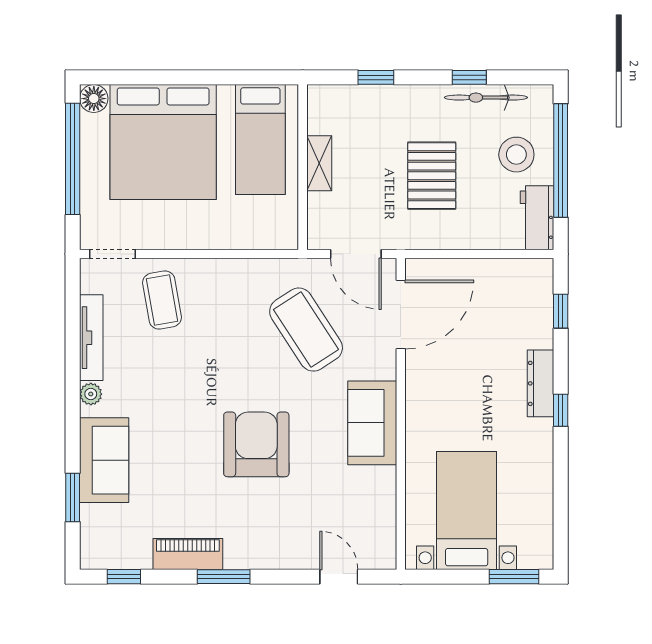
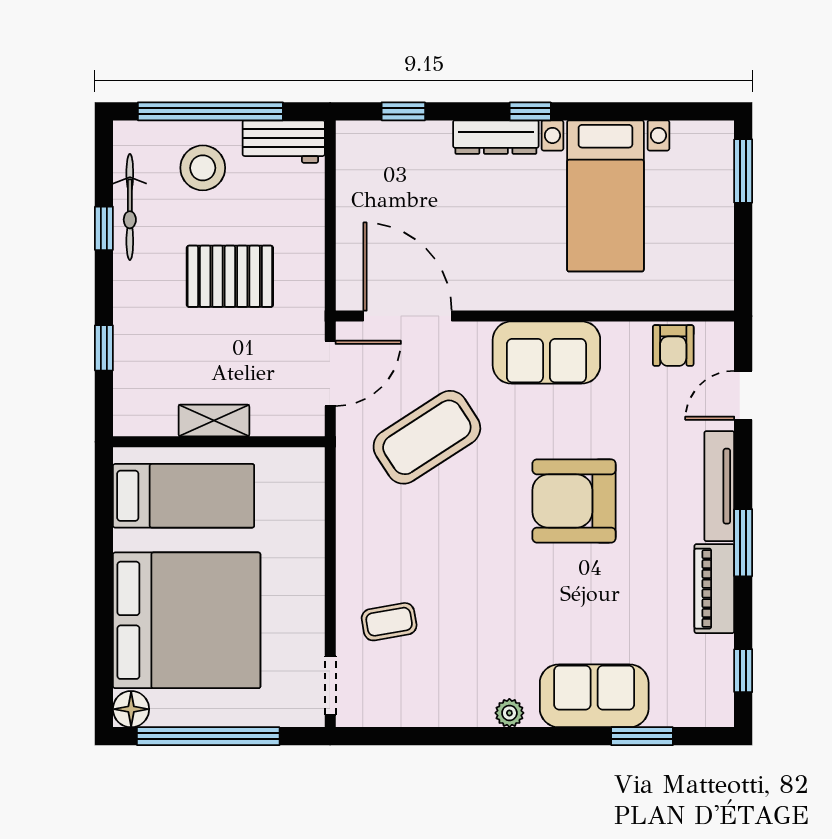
coffee table: (162, 300) -> (389, 622), width x0.73, depth x0.77
tv unit: (91, 338) -> (719, 486), moved, turned -90
bed with nightstands: (467, 511) -> (605, 196), moved, turned -90
armchair: (378, 522) -> (673, 345), added

